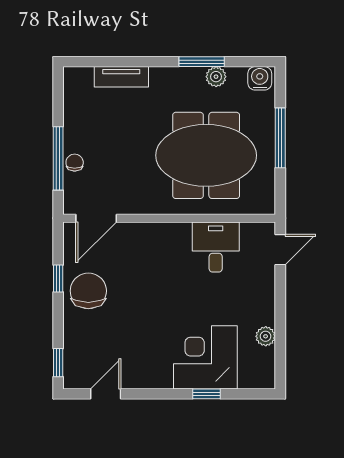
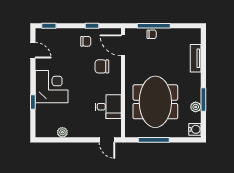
window: (280, 138) -> (154, 140), moved
chair: (137, 259) -> (102, 66), added
chair: (88, 291) -> (86, 41), width x0.54, depth x0.54
corner desk: (205, 357) -> (52, 87), moved

